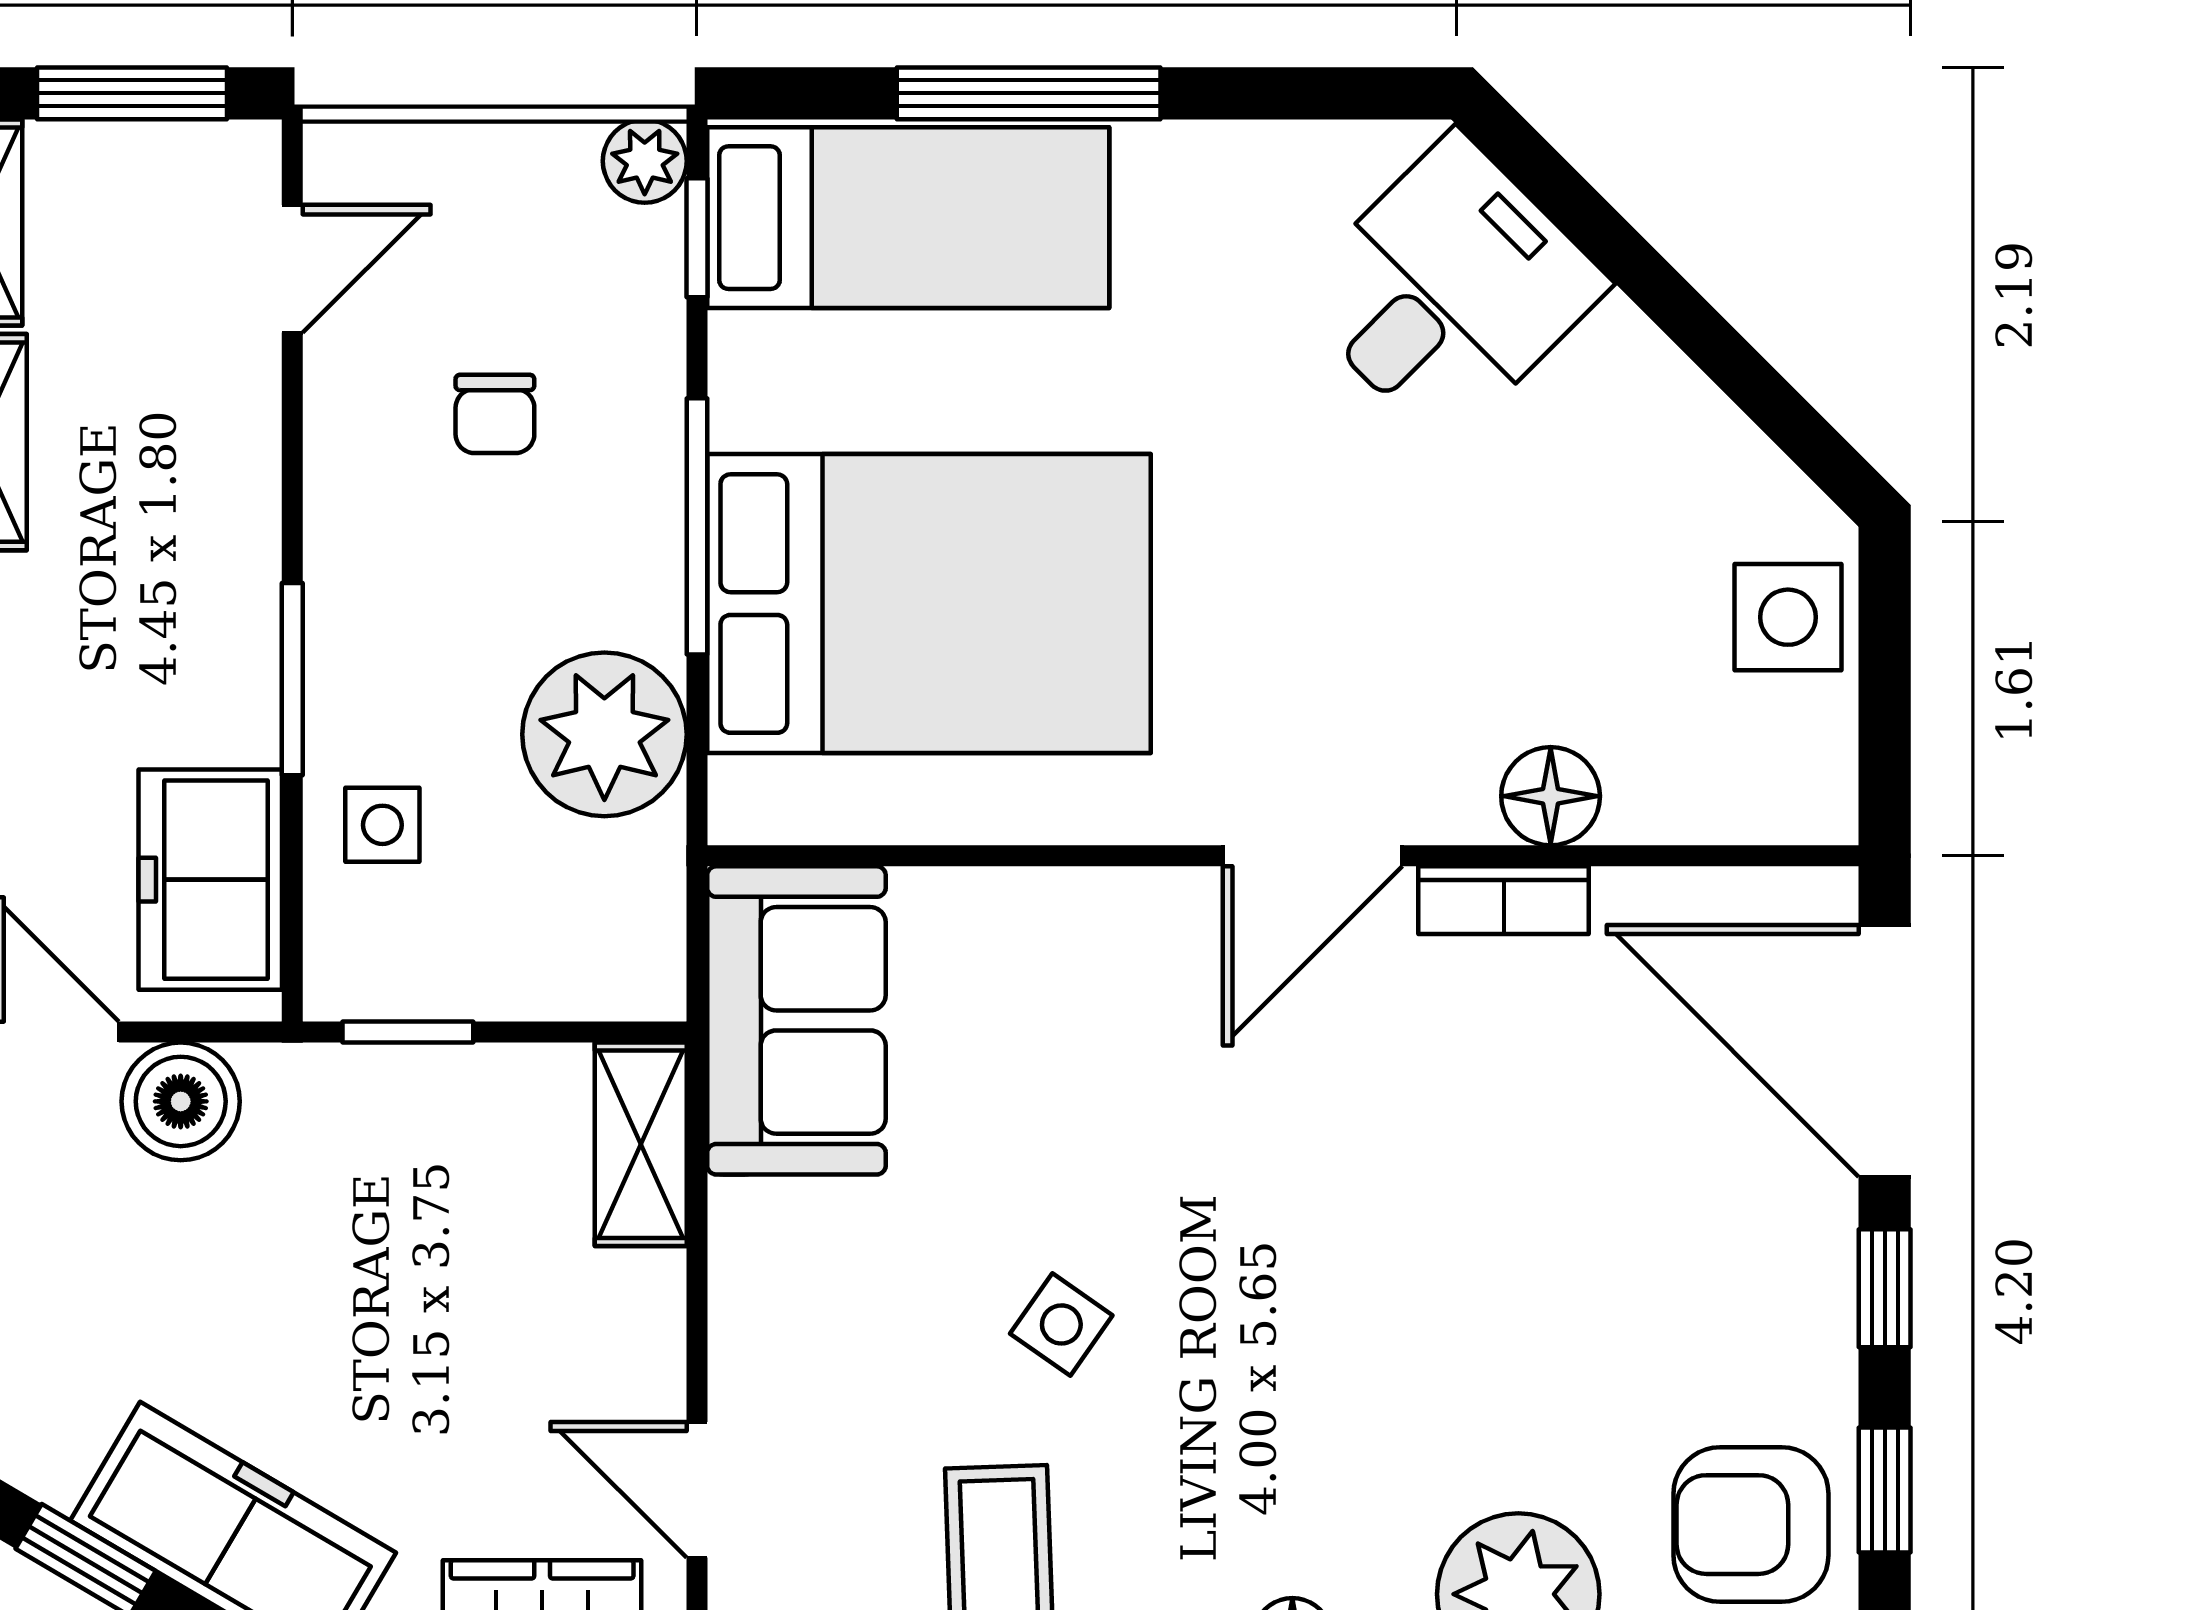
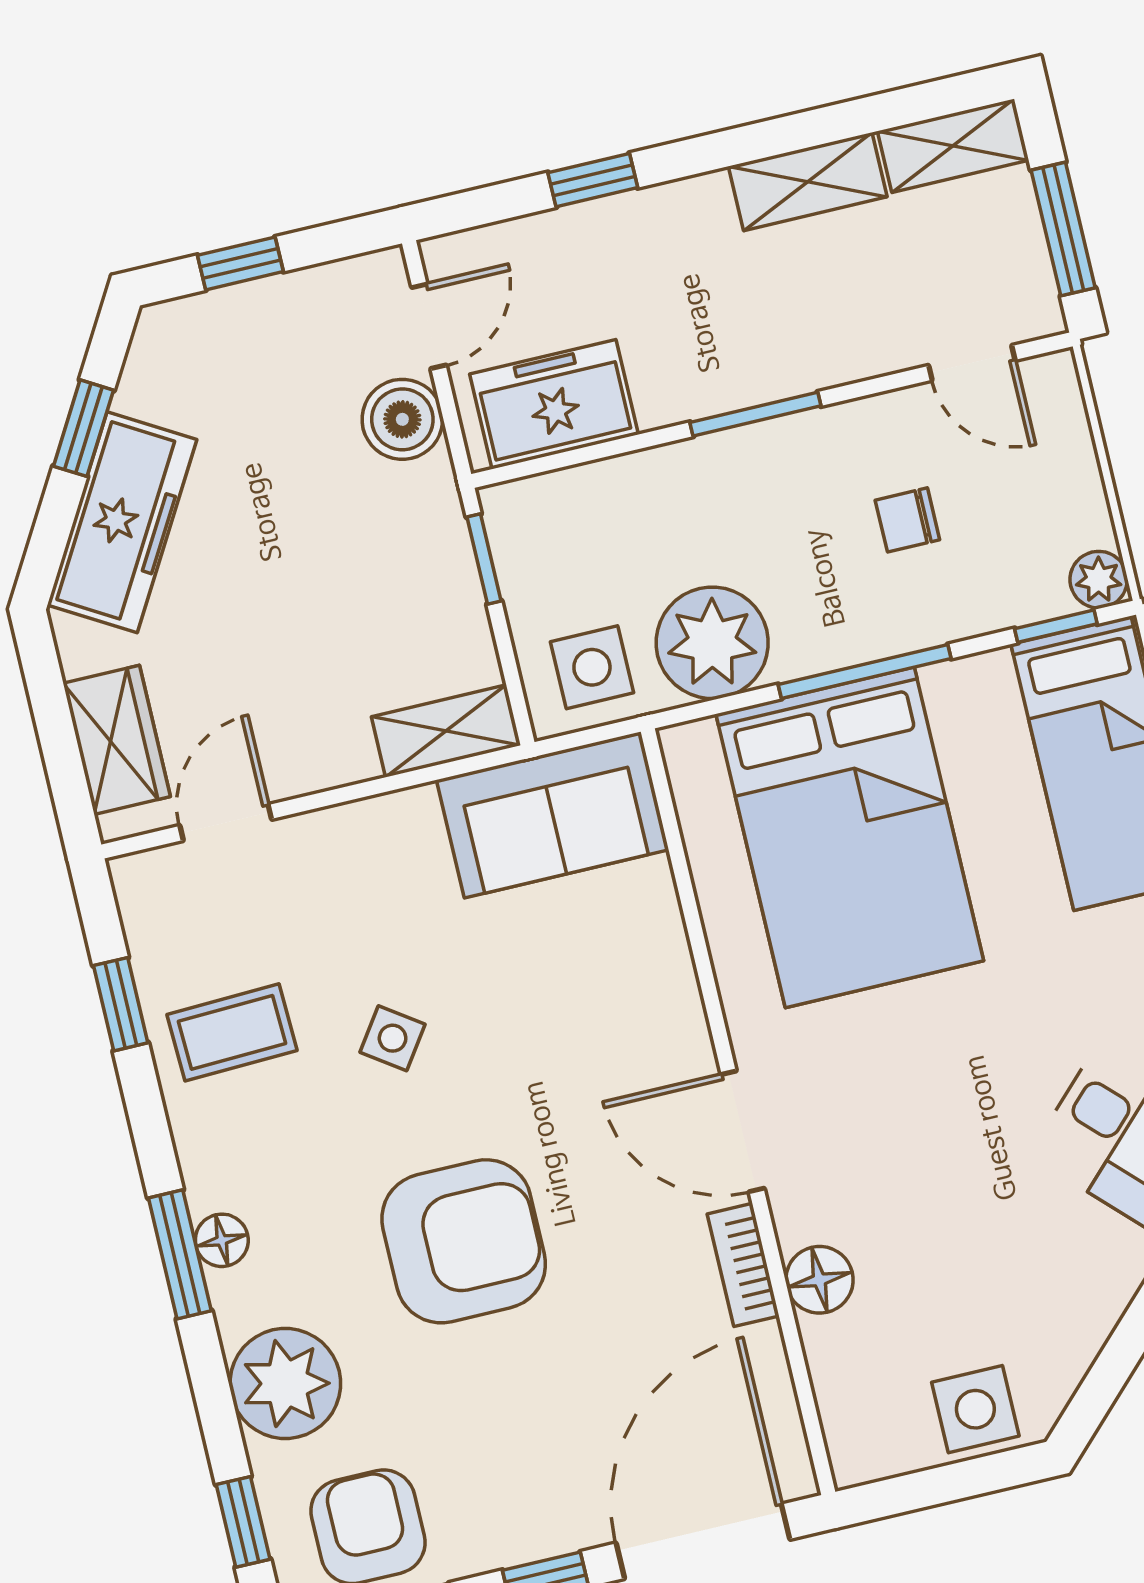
window: (292, 679) -> (755, 414), moved
side table: (382, 825) -> (592, 667), moved, width x1.37, depth x1.37
armchair: (1375, 1291) -> (464, 1241), added

